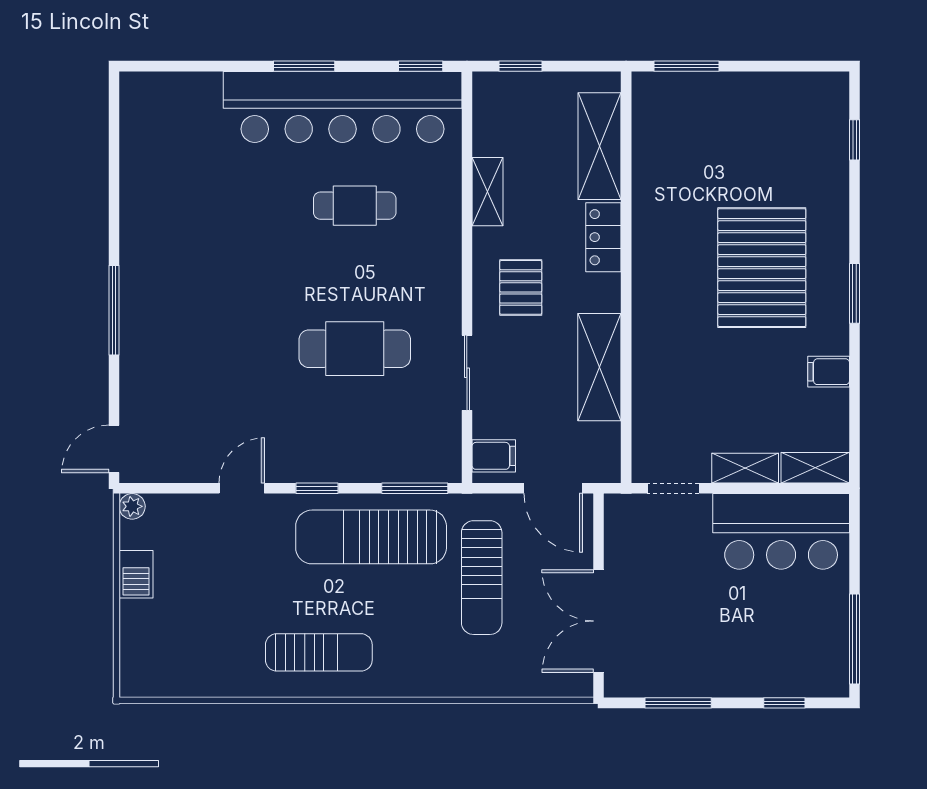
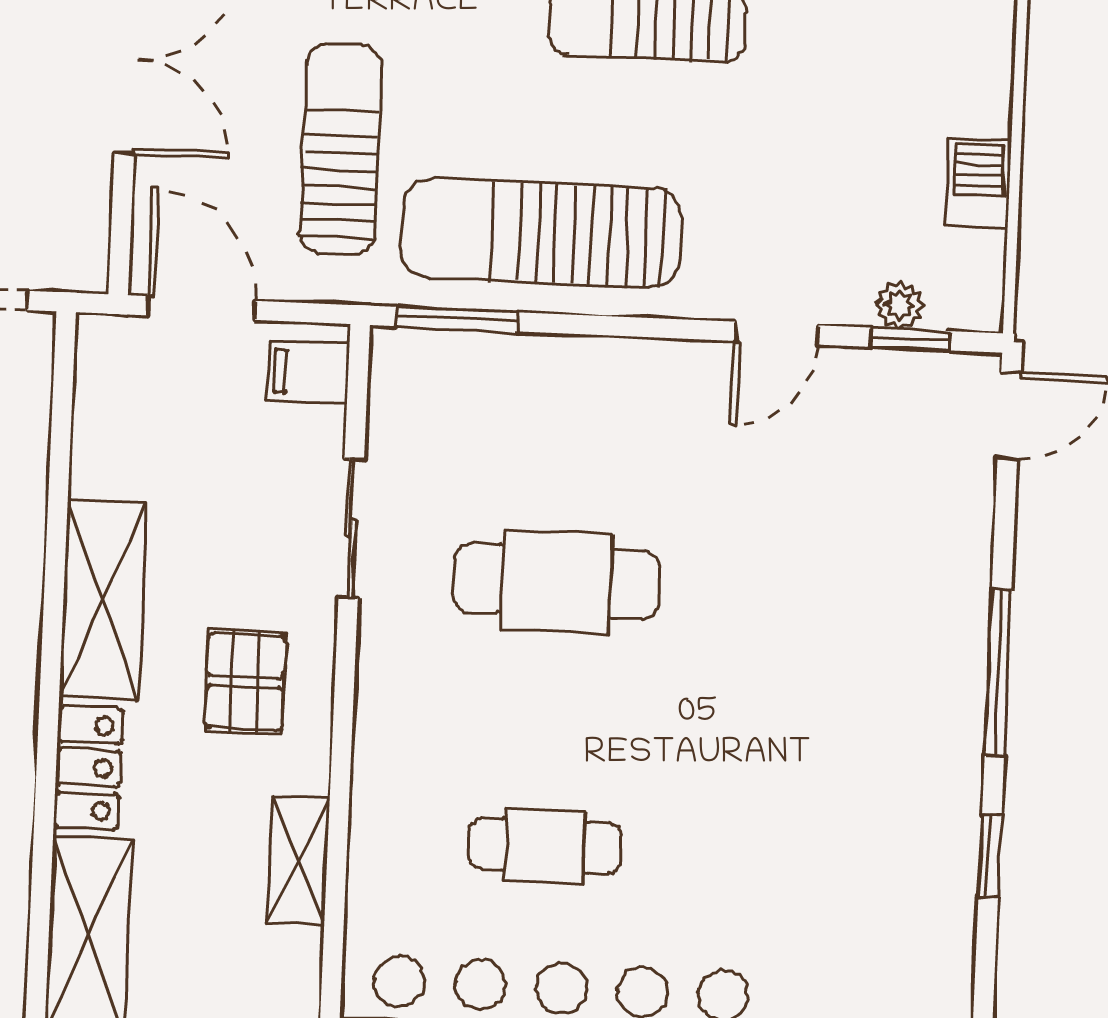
window: (114, 211) -> (990, 856), added
shelving: (599, 367) -> (103, 600), moved
window: (317, 488) -> (910, 339), moved
plant: (132, 506) -> (900, 305), moved
sun lounger: (371, 537) -> (542, 233), turned 180

